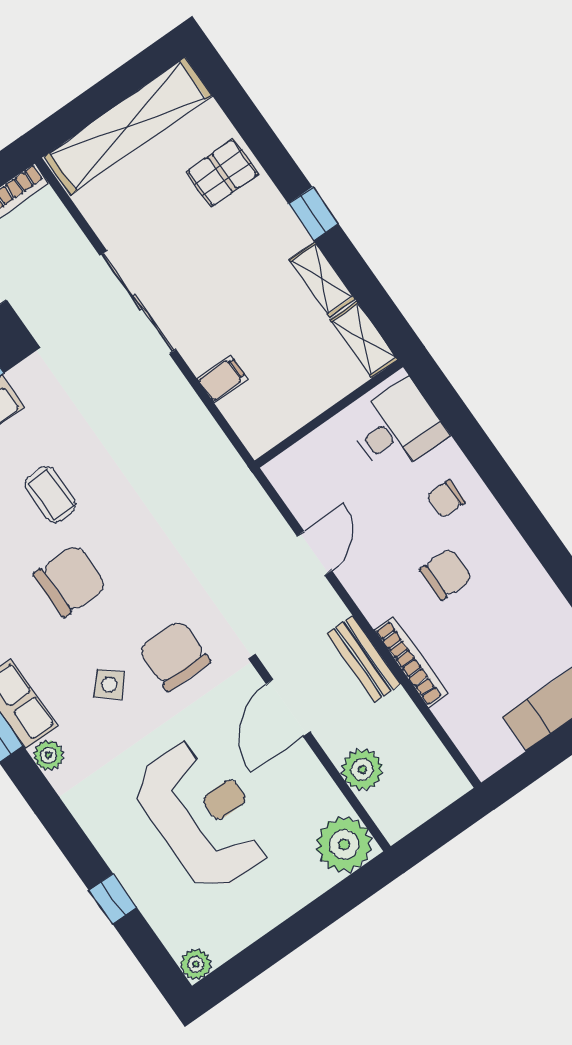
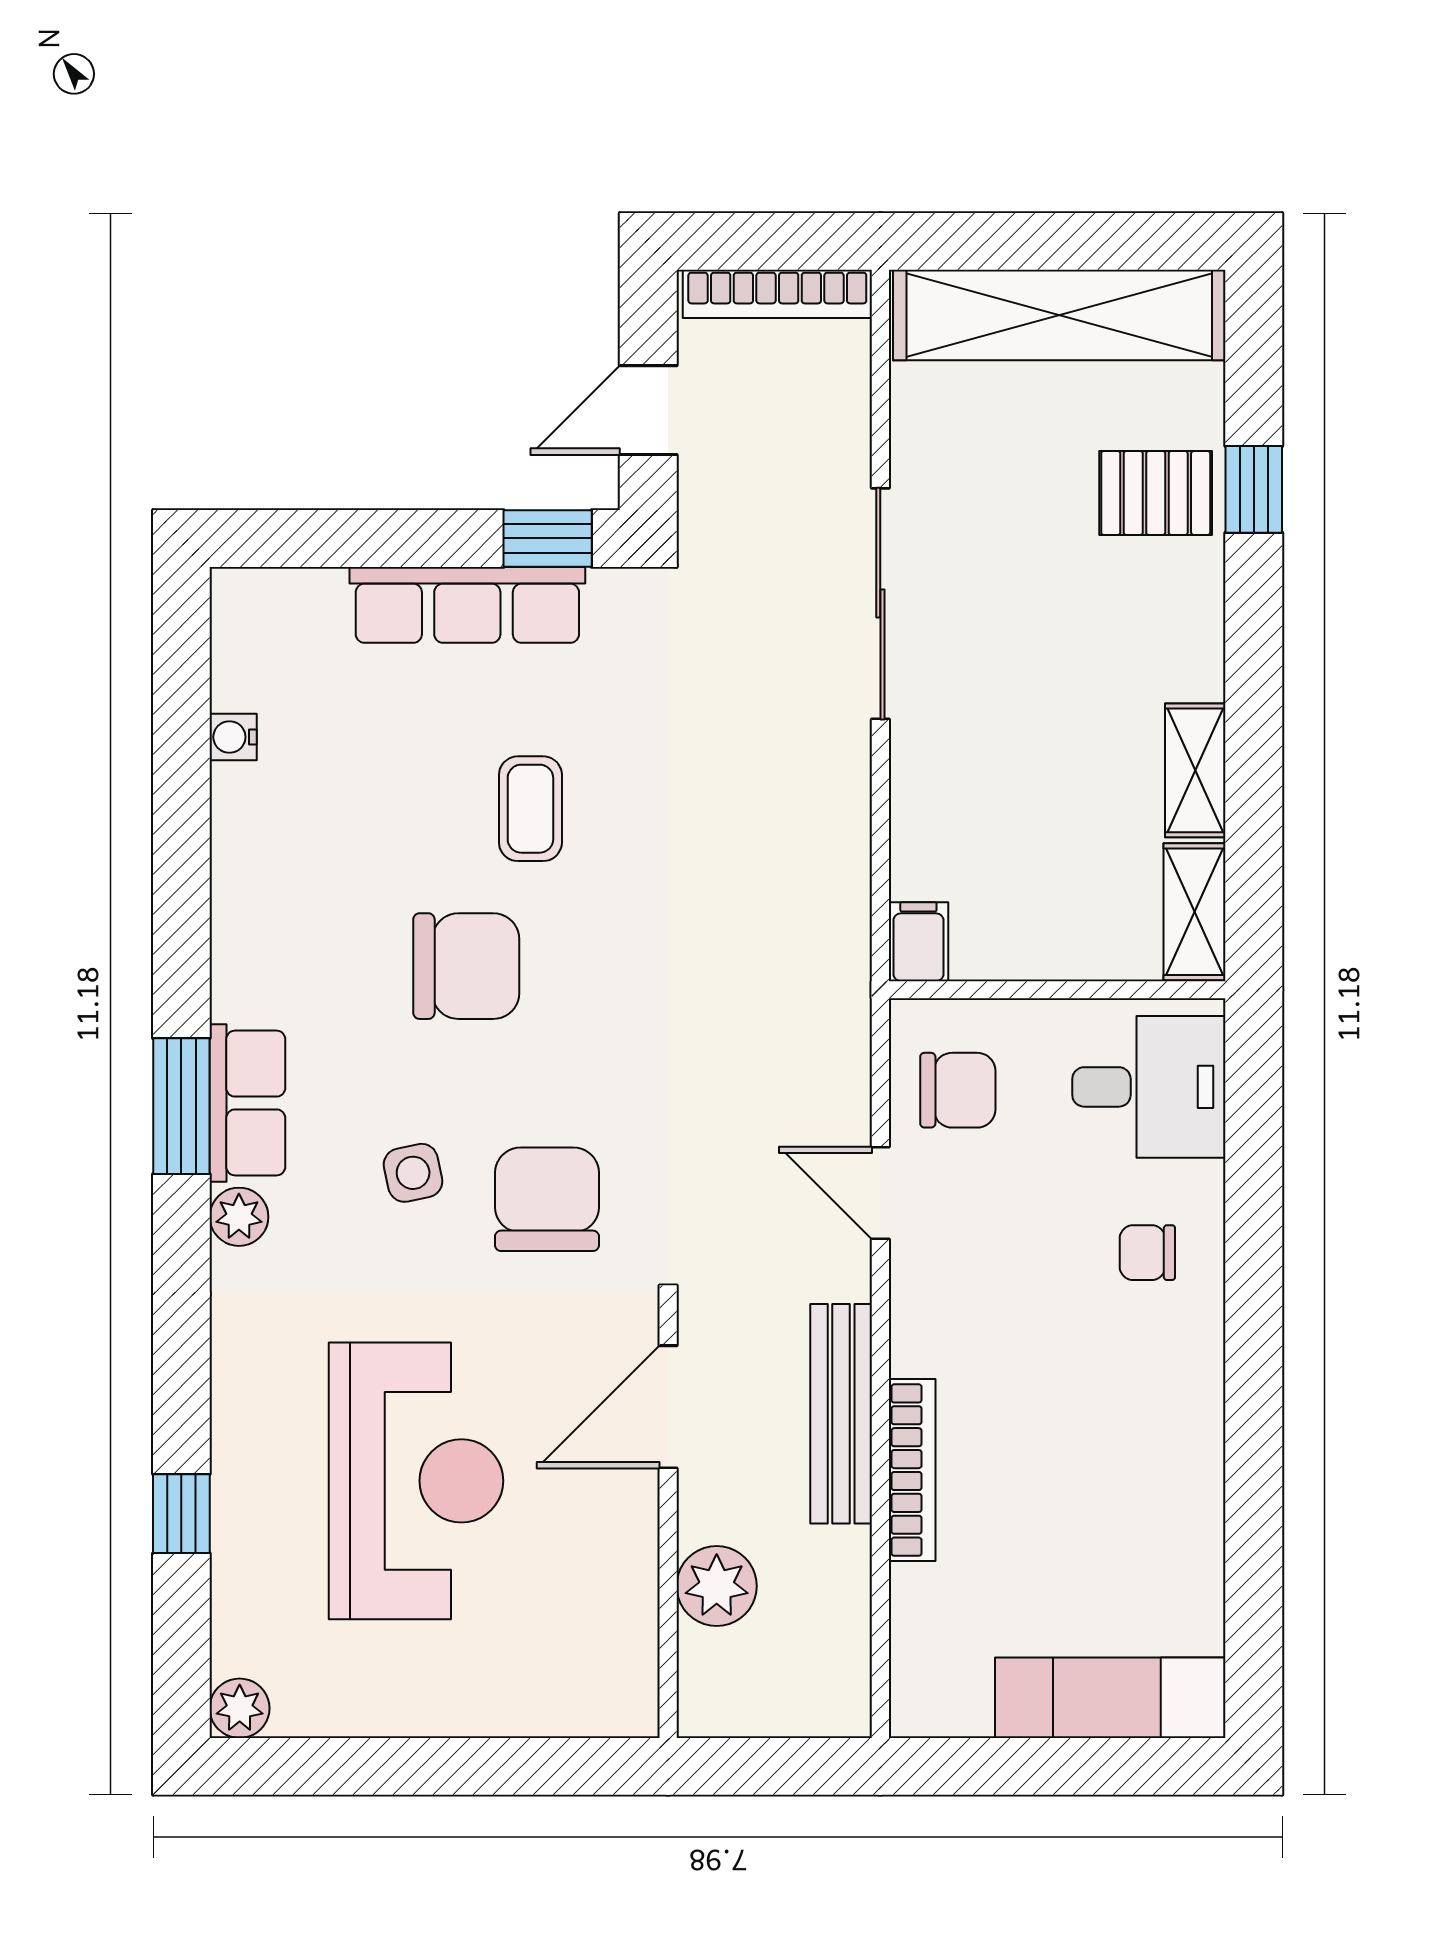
window: (313, 214) -> (1254, 489), moved
filing cabinet: (222, 379) -> (918, 942), moved, turned -90
door: (314, 553) -> (880, 1193), swing flipped
chair: (446, 574) -> (958, 1090), moved
bench: (364, 659) -> (841, 1414), width x1.36
side table: (109, 684) -> (413, 1173), turned 37
plant: (344, 844) -> (605, 1684), removed

